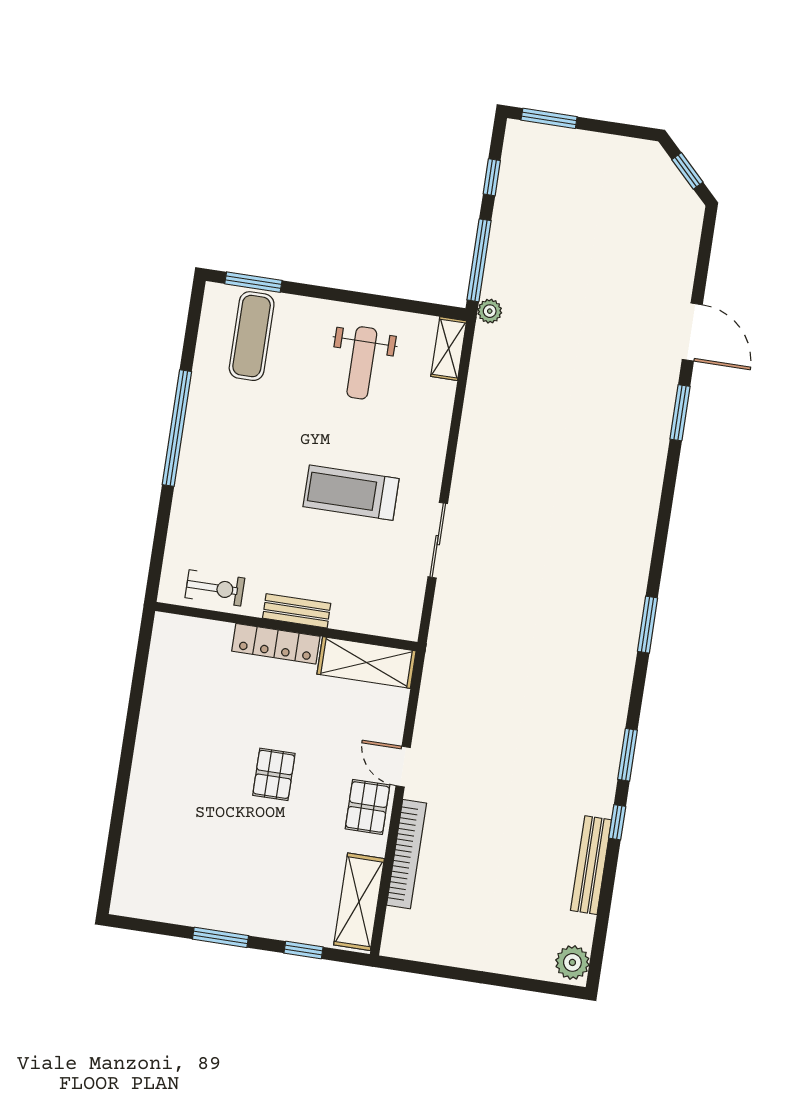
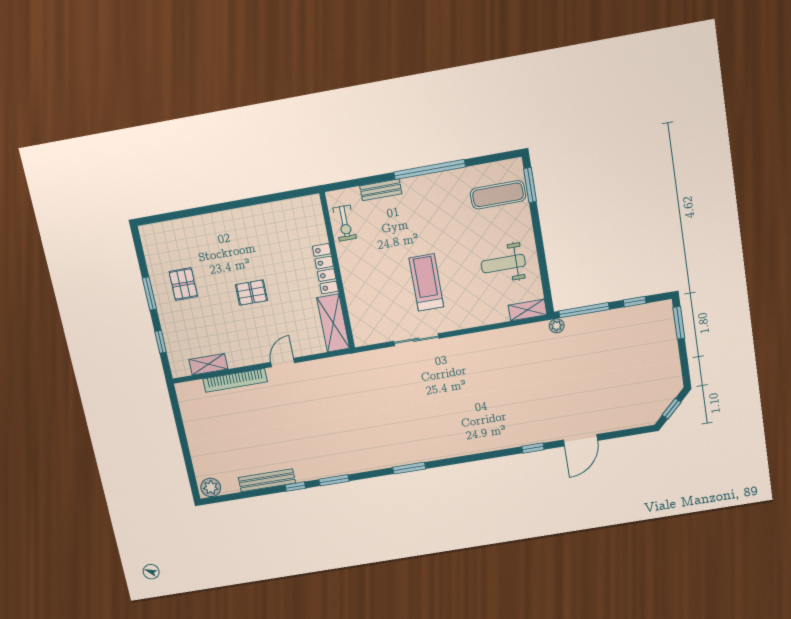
window: (680, 413) -> (533, 448), width x0.67
bench: (297, 611) -> (381, 190), moved, turned 90
pallet: (368, 807) -> (183, 284), moved, turned 90
shelving: (359, 902) -> (208, 364), width x0.67, depth x0.75

